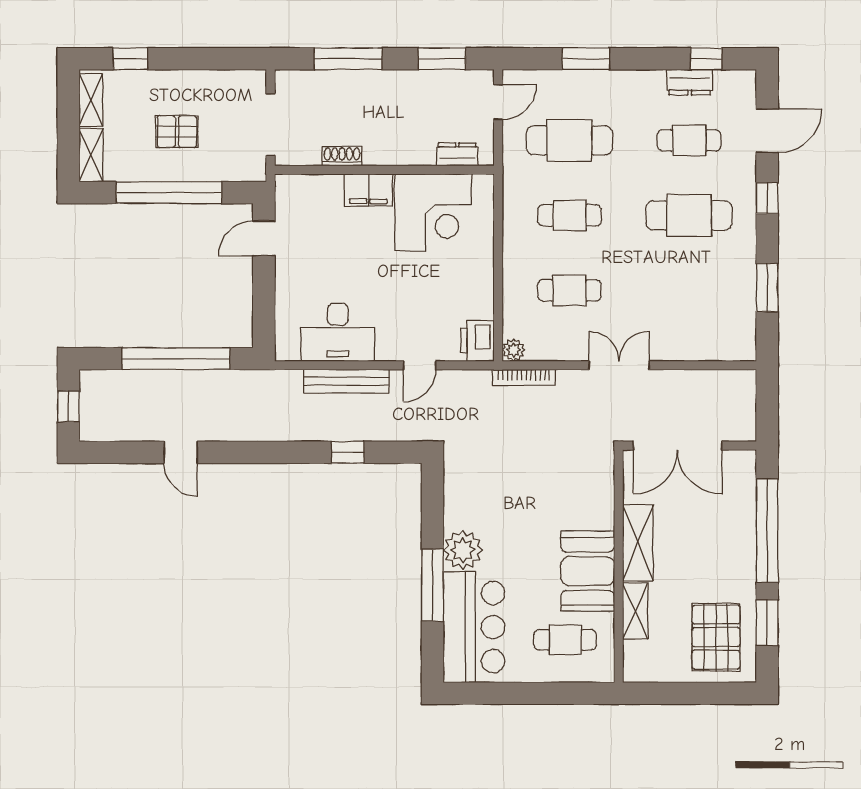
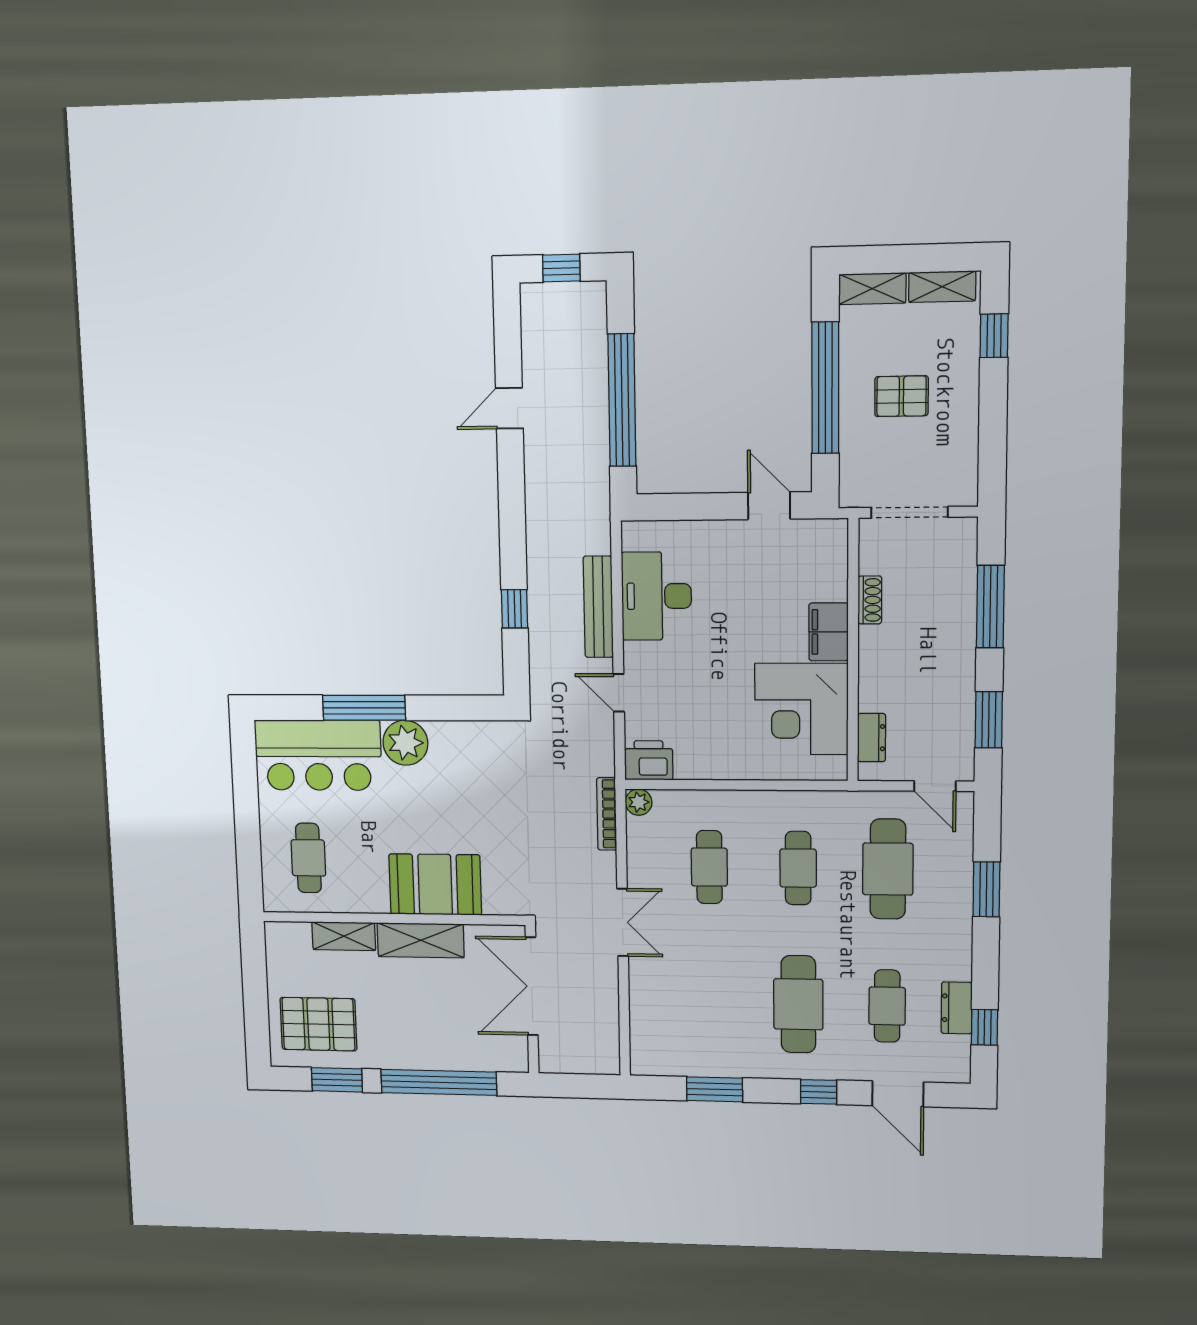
pallet: (177, 132) -> (901, 396), turned 90
booth: (588, 571) -> (435, 884), moved

